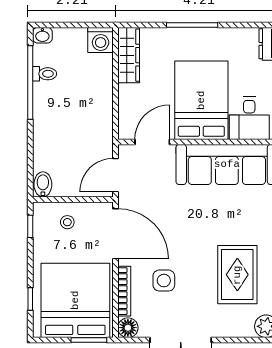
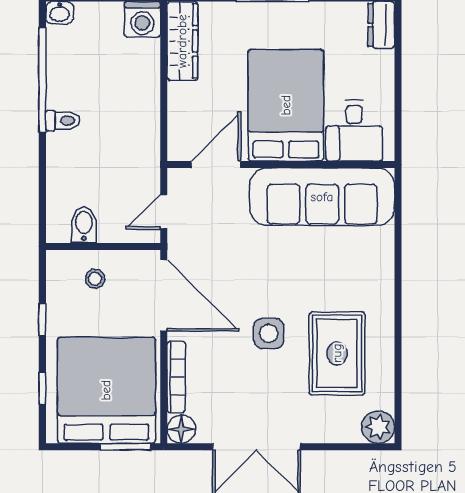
toilet: (45, 74) -> (63, 121), moved
door: (116, 175) -> (164, 212), width x0.73
bidet: (43, 184) -> (84, 225), moved
window: (30, 226) -> (42, 320), moved
side table: (164, 281) -> (269, 334), moved

